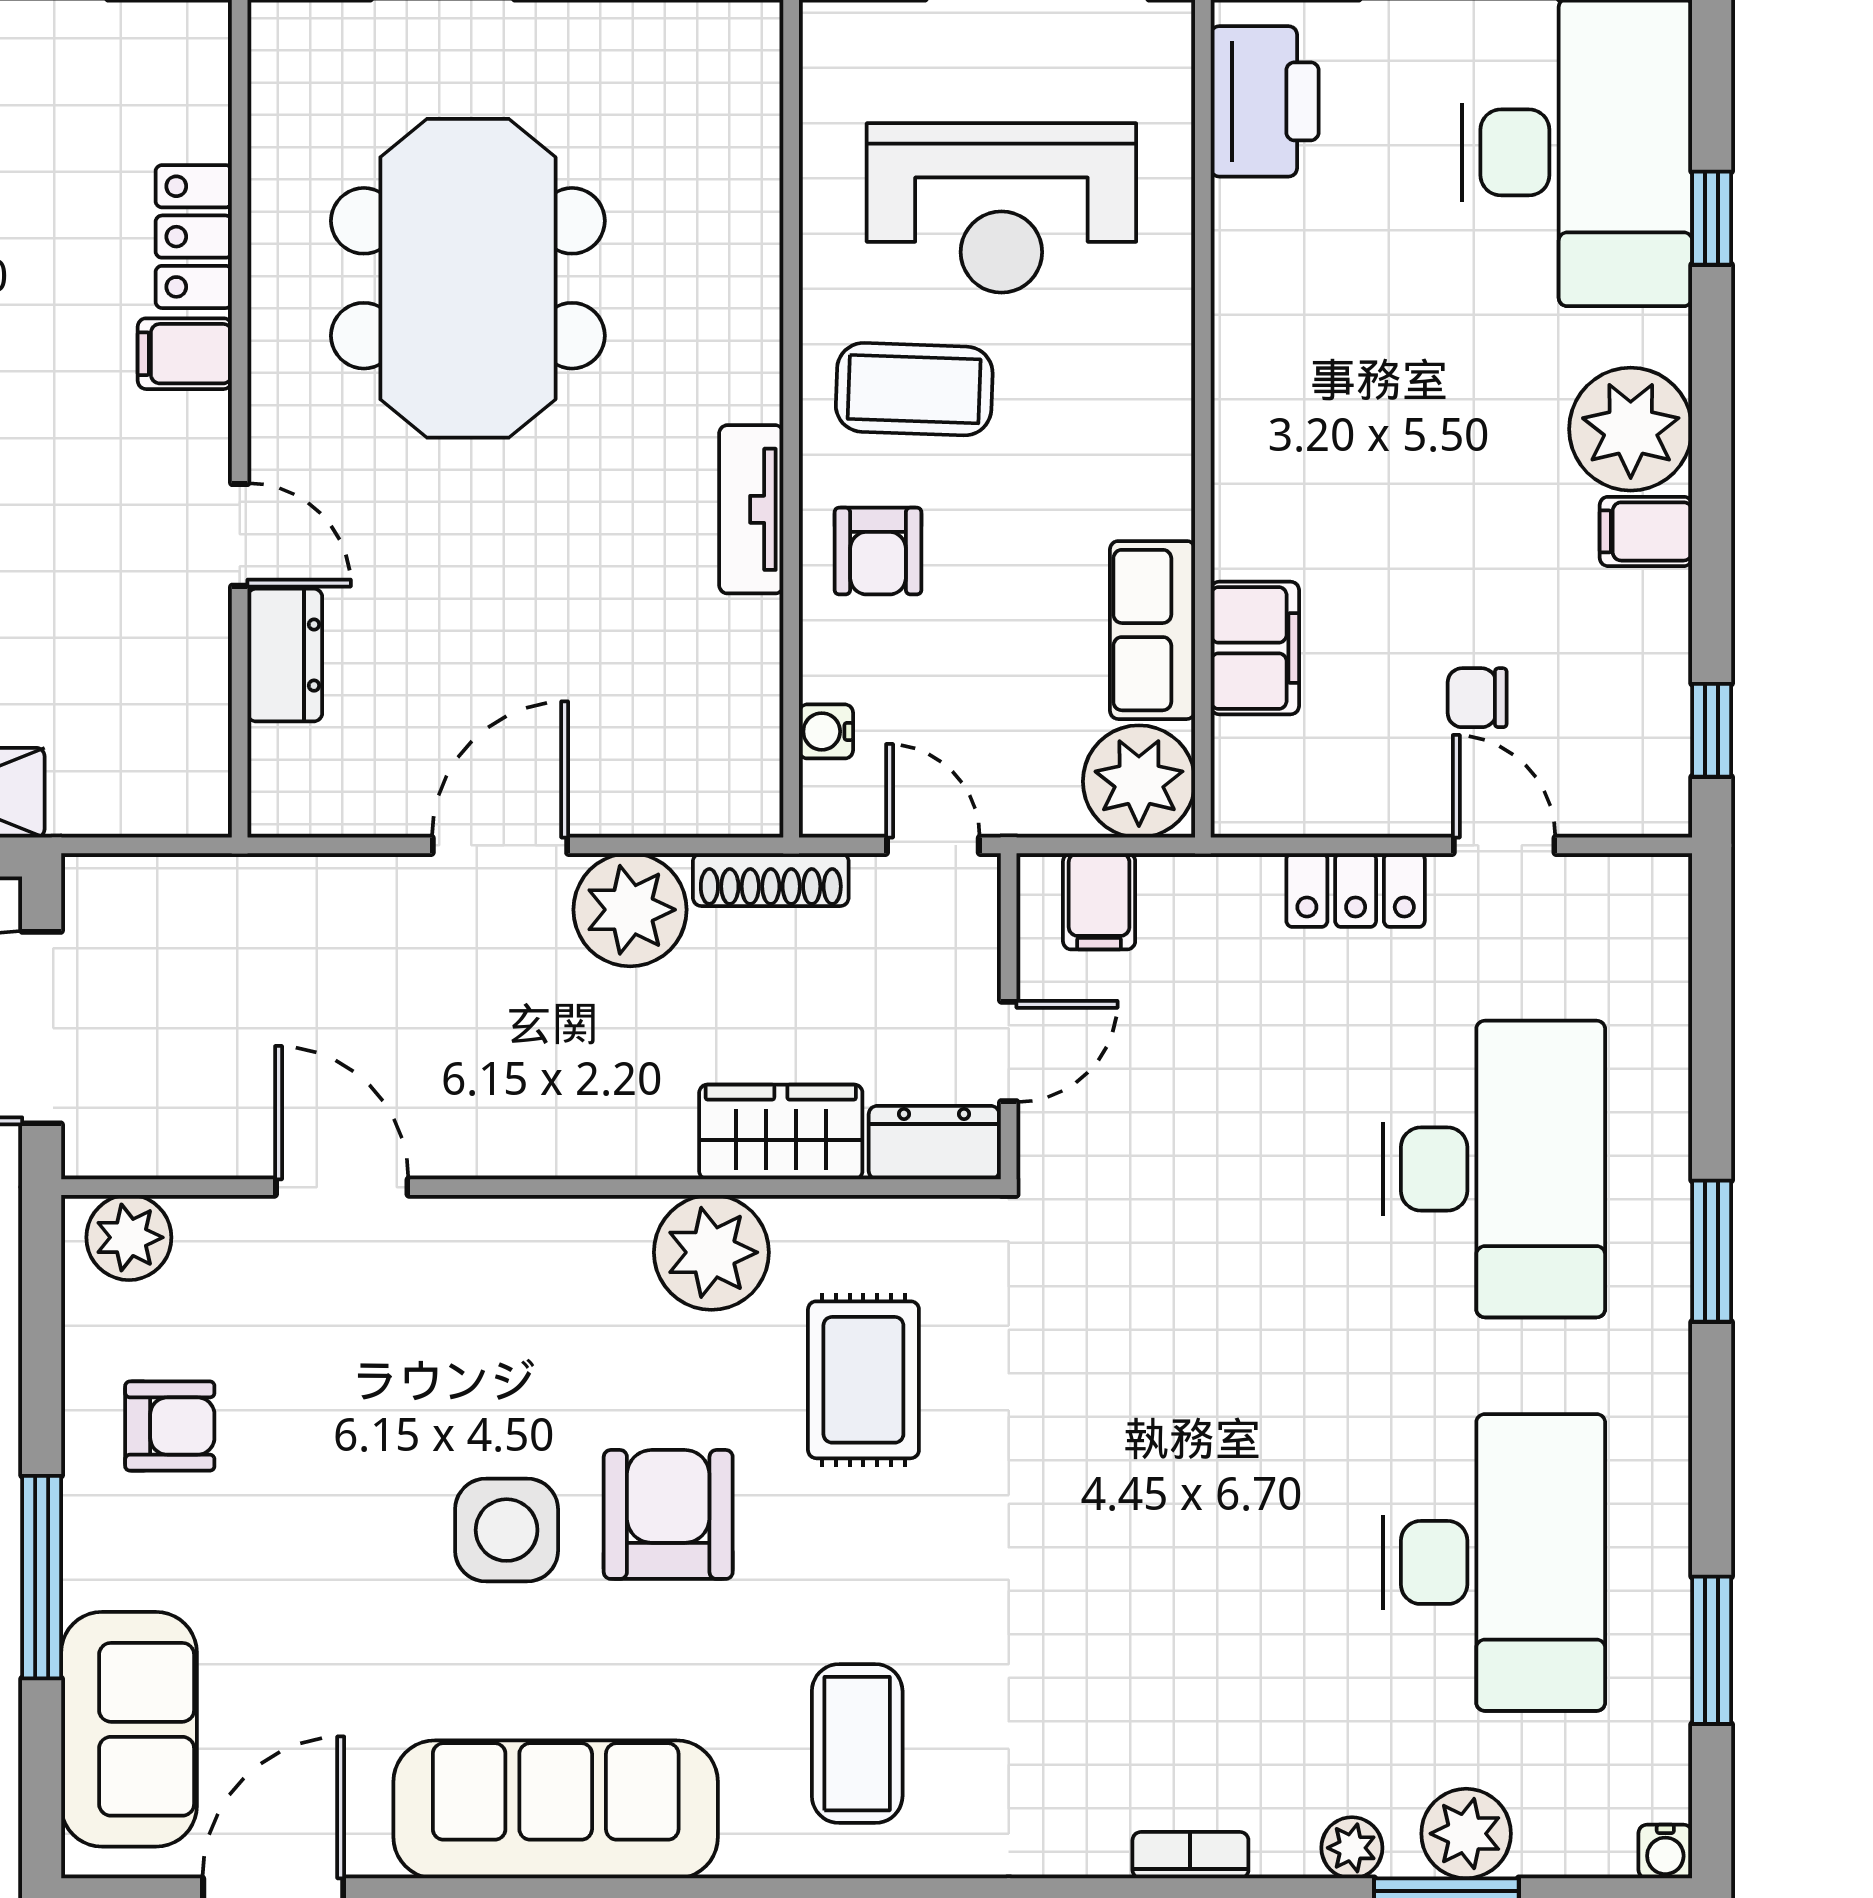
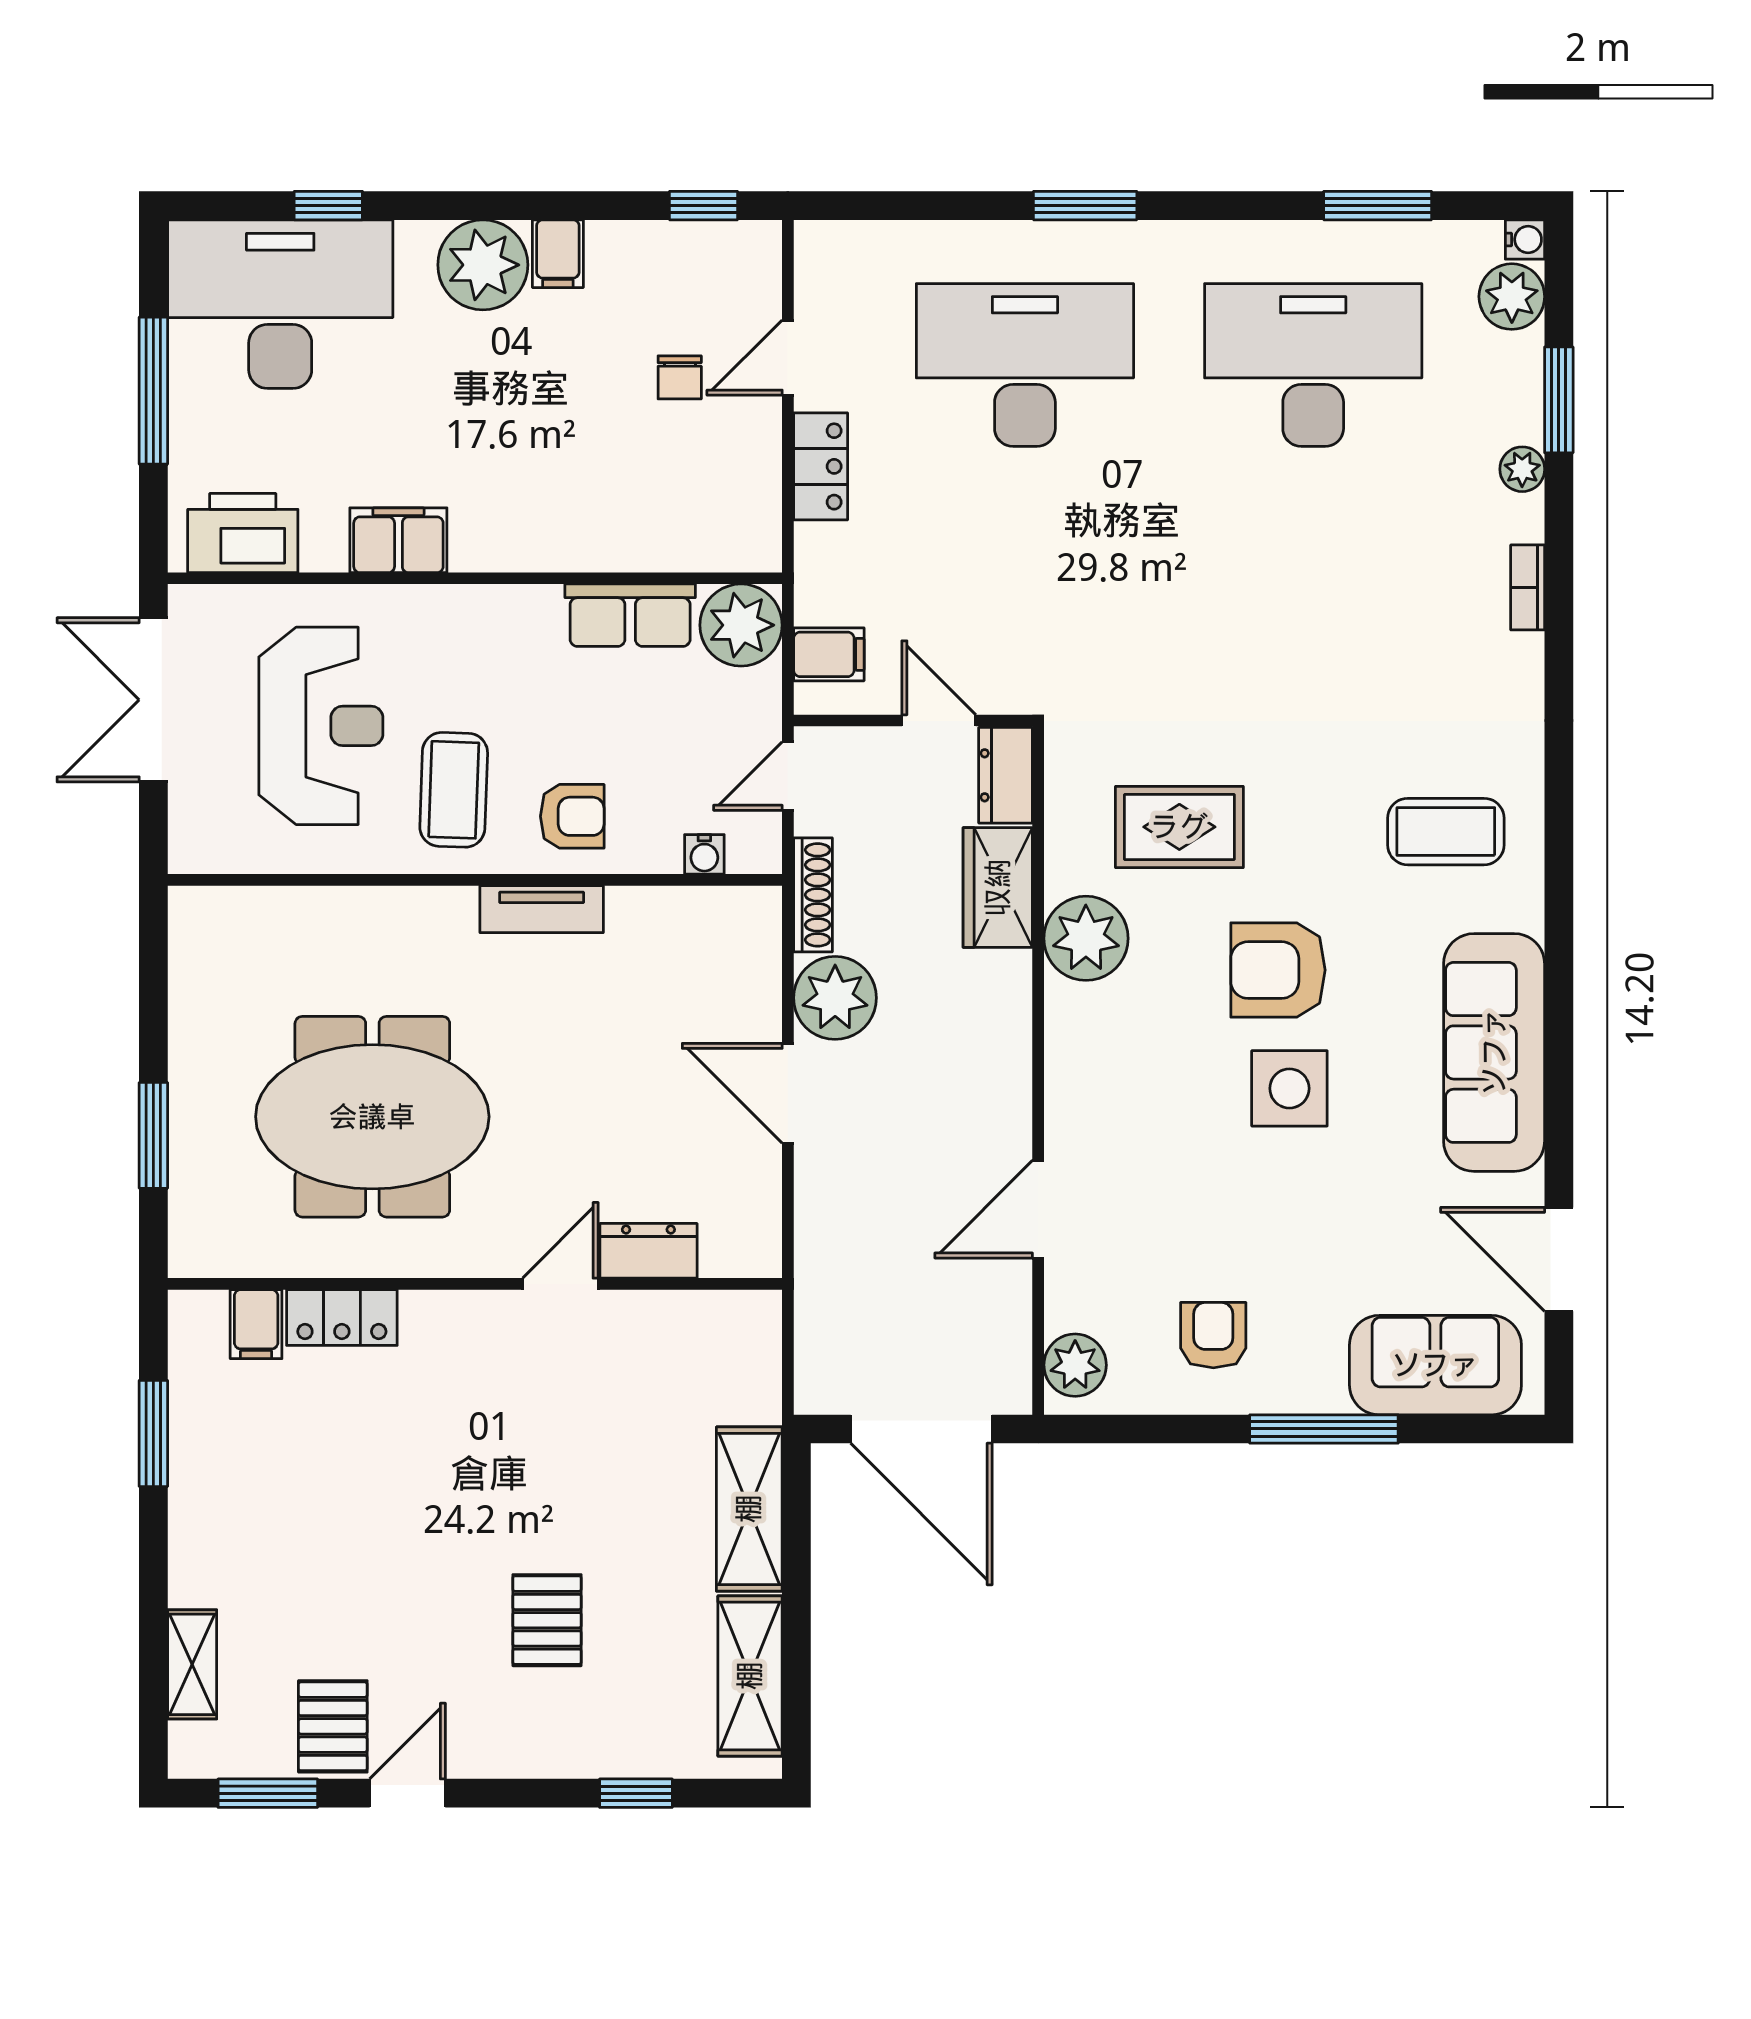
filing cabinet: (185, 354) -> (256, 1324), moved
filing cabinet: (1255, 648) -> (398, 540), moved
plant: (1466, 1834) -> (1512, 297), moved

